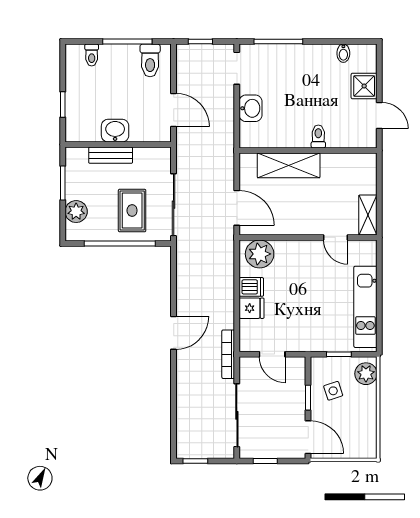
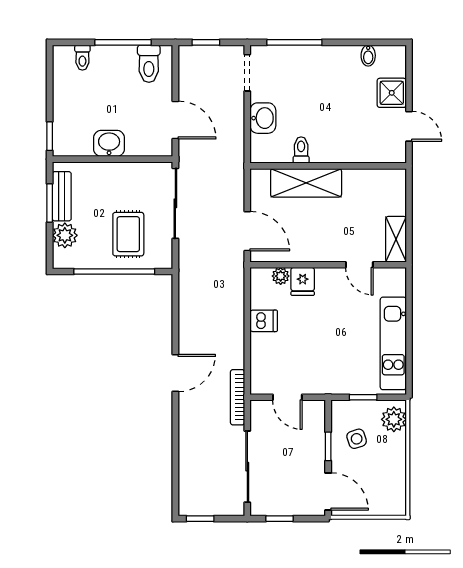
window: (63, 105) -> (50, 136), moved
toilet: (318, 136) -> (301, 150), moved
bench: (111, 155) -> (62, 196), moved, turned 90
sliding door: (174, 205) -> (175, 203), moved
plant: (260, 254) -> (281, 276), width x0.53, depth x0.53
fridge: (252, 308) -> (303, 281), moved, turned 90

